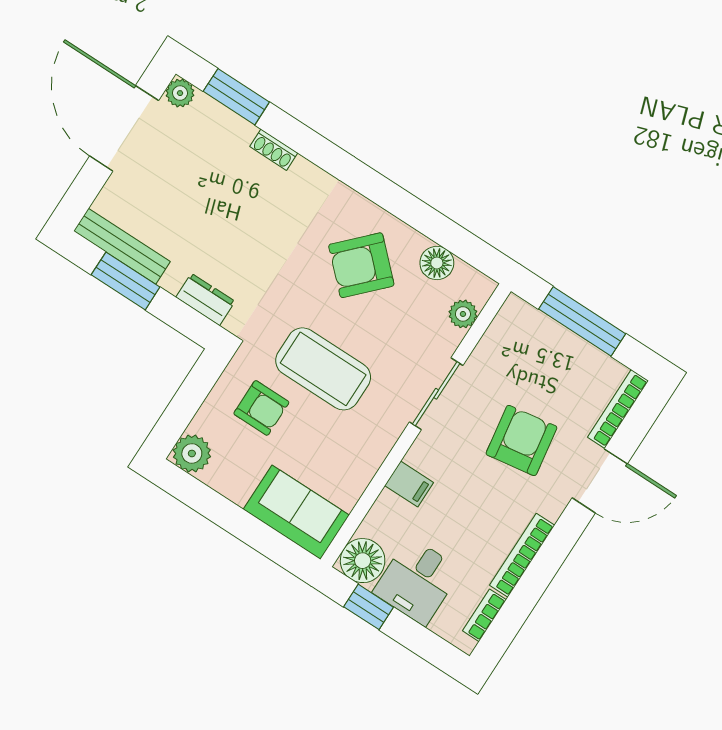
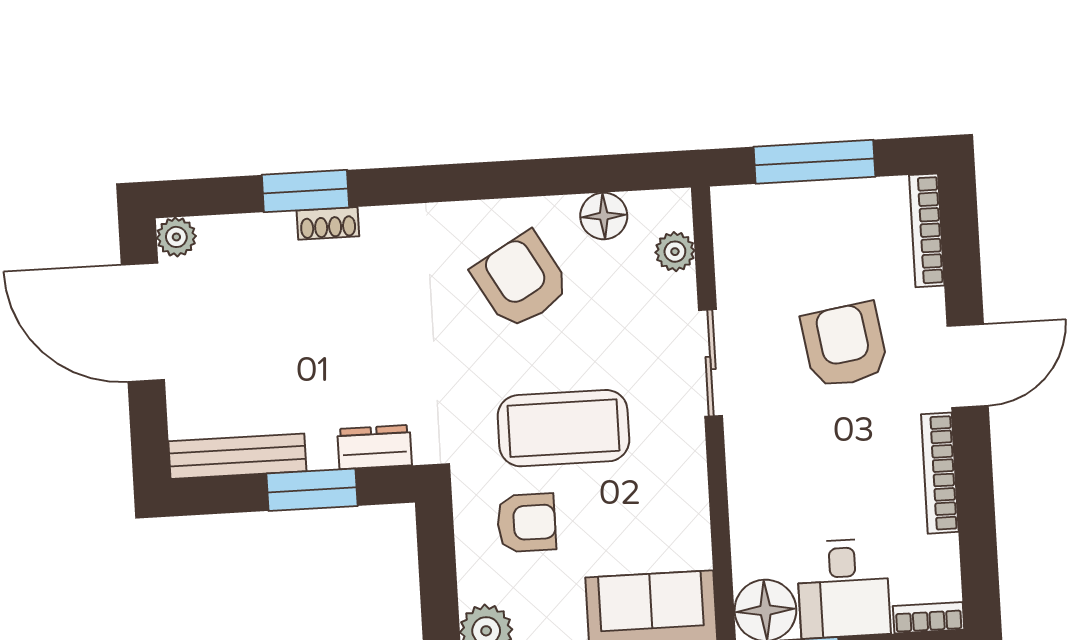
window: (236, 97) -> (305, 191), moved
armchair: (361, 265) -> (521, 281), turned 106
window: (126, 281) -> (312, 490), moved
door: (600, 481) -> (968, 366), moved
filing cabinet: (409, 484) -> (754, 486), removed
bookcase: (484, 615) -> (929, 618), moved, turned 90

